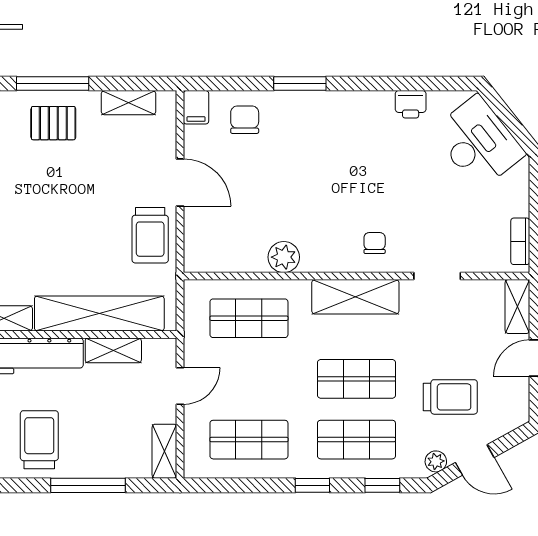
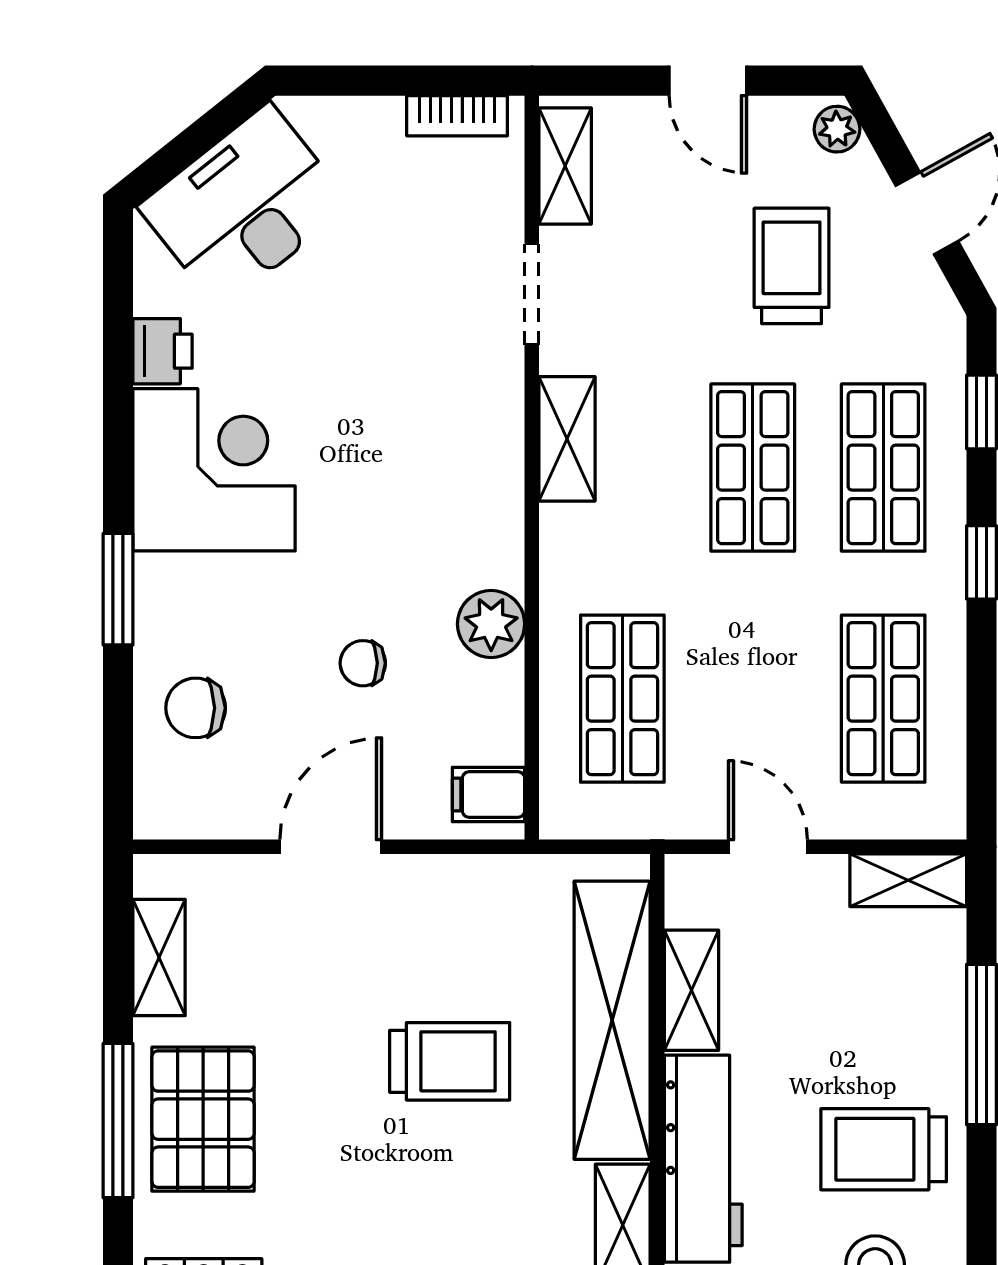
filing cabinet: (196, 107) -> (488, 795), moved, turned 180
pallet: (53, 123) -> (203, 1119), width x1.50, depth x1.42
corner desk: (355, 128) -> (214, 470), added
trolley: (150, 235) -> (450, 1061), moved
chair: (375, 243) -> (363, 663), moved
shelving: (355, 297) -> (567, 439), width x0.67, depth x0.75
shelving: (517, 306) -> (565, 166), moved, turned 90
plant: (436, 461) -> (837, 129), moved

